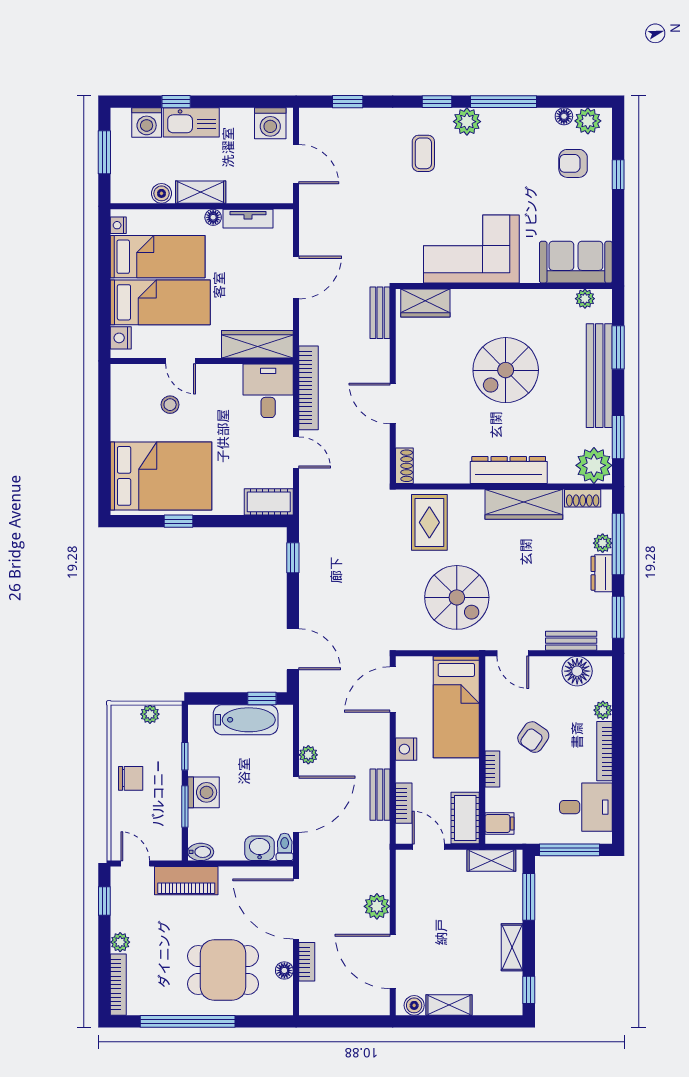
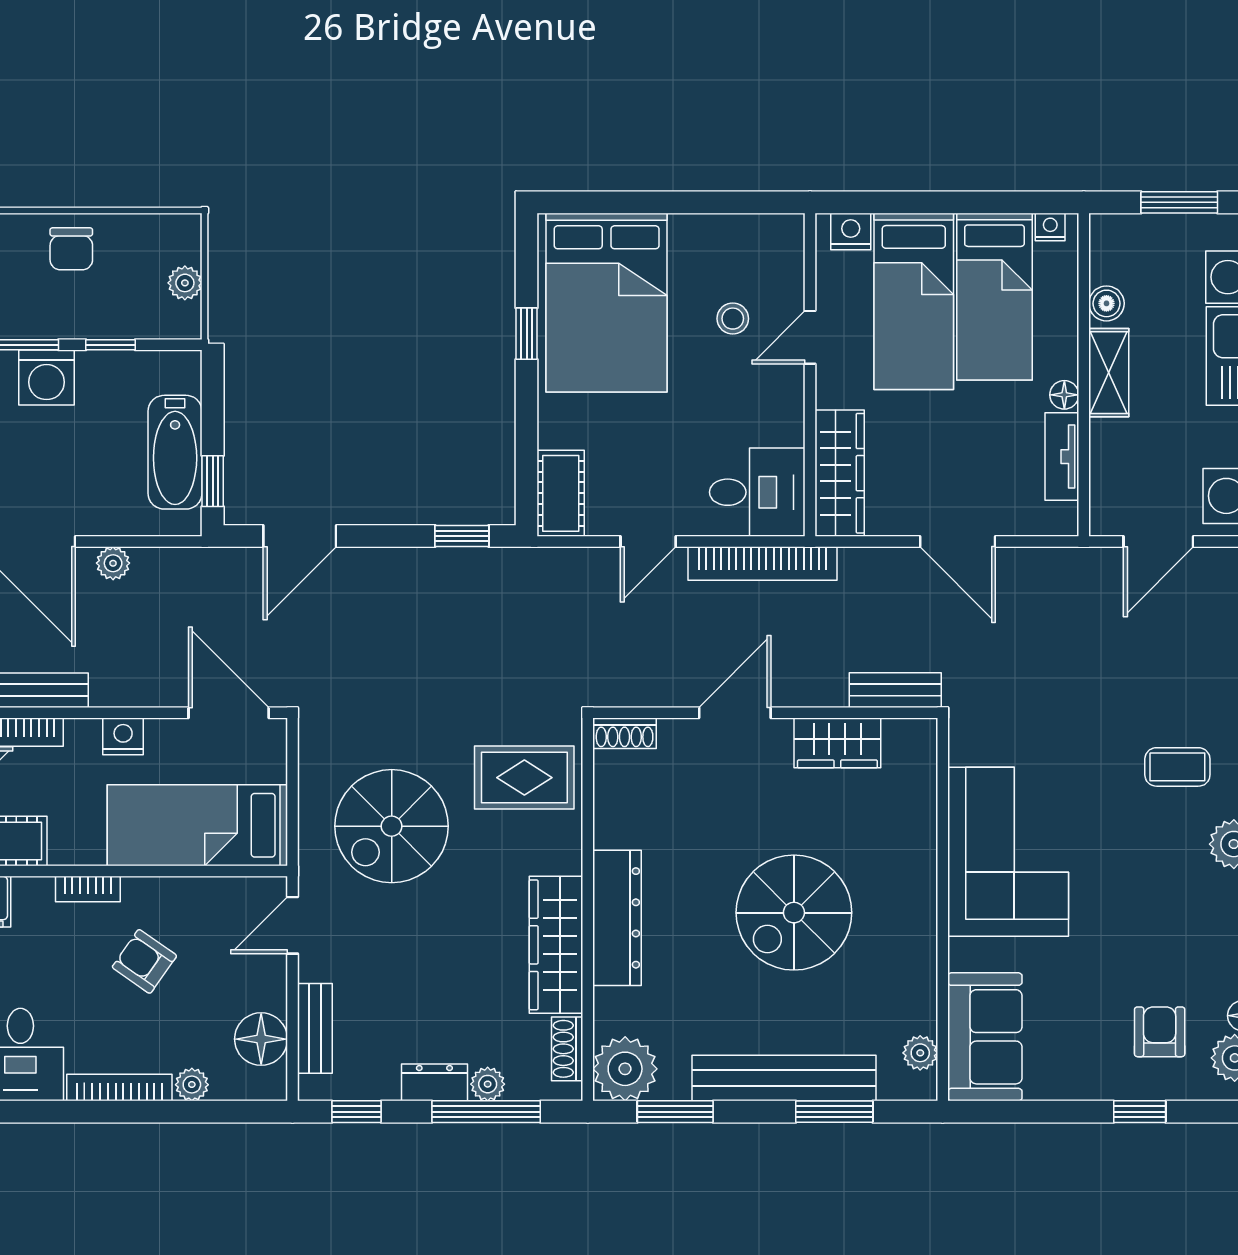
wardrobe: (425, 303) -> (837, 743), moved, turned -90
spiral stairs: (506, 370) -> (794, 913), turned -90
window: (618, 617) -> (356, 1112), width x0.67

